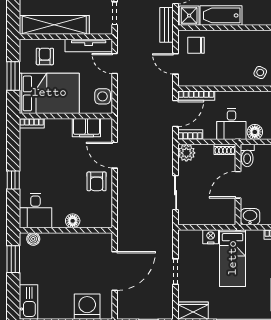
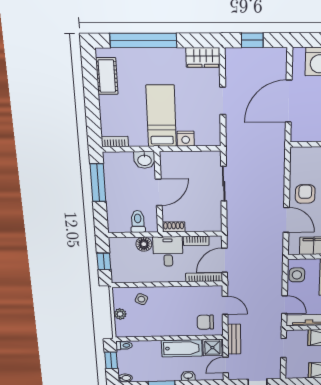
chair: (196, 45) -> (205, 322), turned 180
bookcase: (190, 135) -> (196, 241), moved
plant: (186, 153) -> (213, 223), removed
toilet: (247, 156) -> (138, 222), moved

